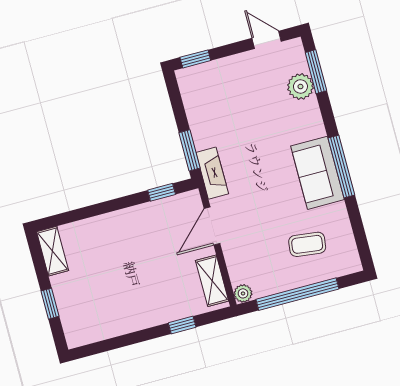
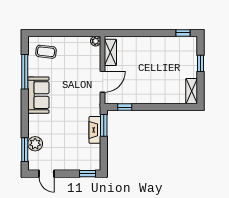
window: (341, 167) -> (25, 72), moved
fireplace: (212, 173) -> (95, 130), moved
coffee table: (307, 244) -> (46, 52), moved
window: (297, 294) -> (67, 33), removed
window: (182, 325) -> (183, 33), moved

